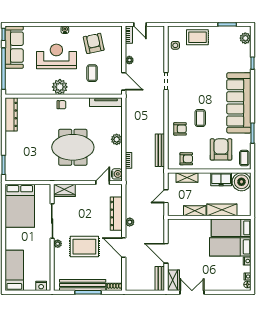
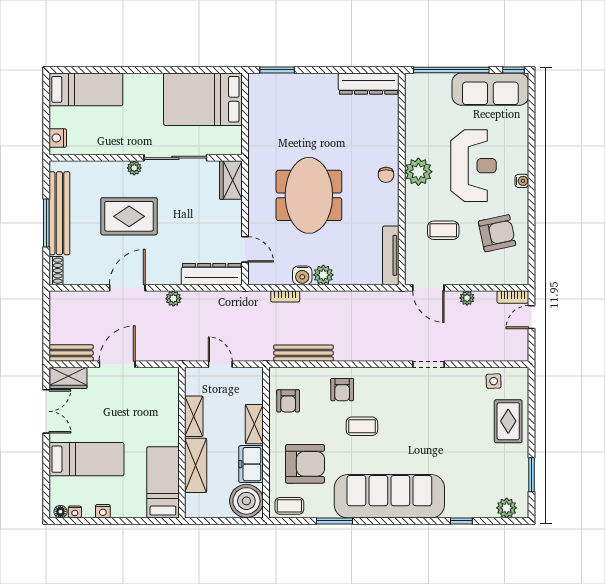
door: (124, 81) -> (428, 288), hinge flipped
water cooler: (117, 174) -> (302, 275), moved
shelving: (187, 177) -> (254, 424), moved
dresser: (116, 214) -> (212, 274), moved
rug: (84, 247) -> (129, 216), turned 90
bed: (230, 247) -> (86, 459), moved, turned 90

